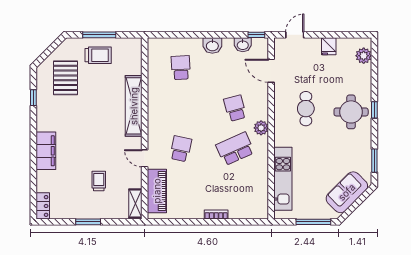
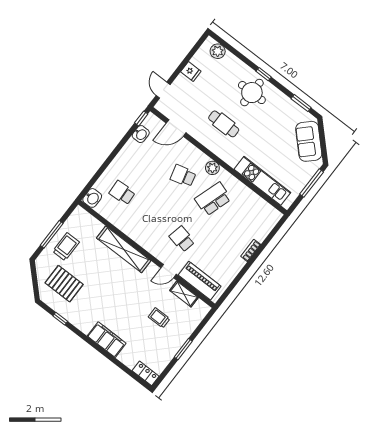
washbasin: (212, 46) -> (92, 198), moved
school desk: (235, 149) -> (213, 199), turned 42
shelving: (135, 204) -> (184, 294), moved

